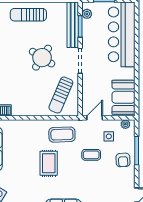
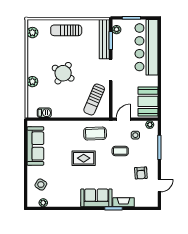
round table: (42, 58) -> (63, 73), moved
armchair: (123, 160) -> (141, 173), moved
rug: (49, 163) -> (84, 158), turned 90

